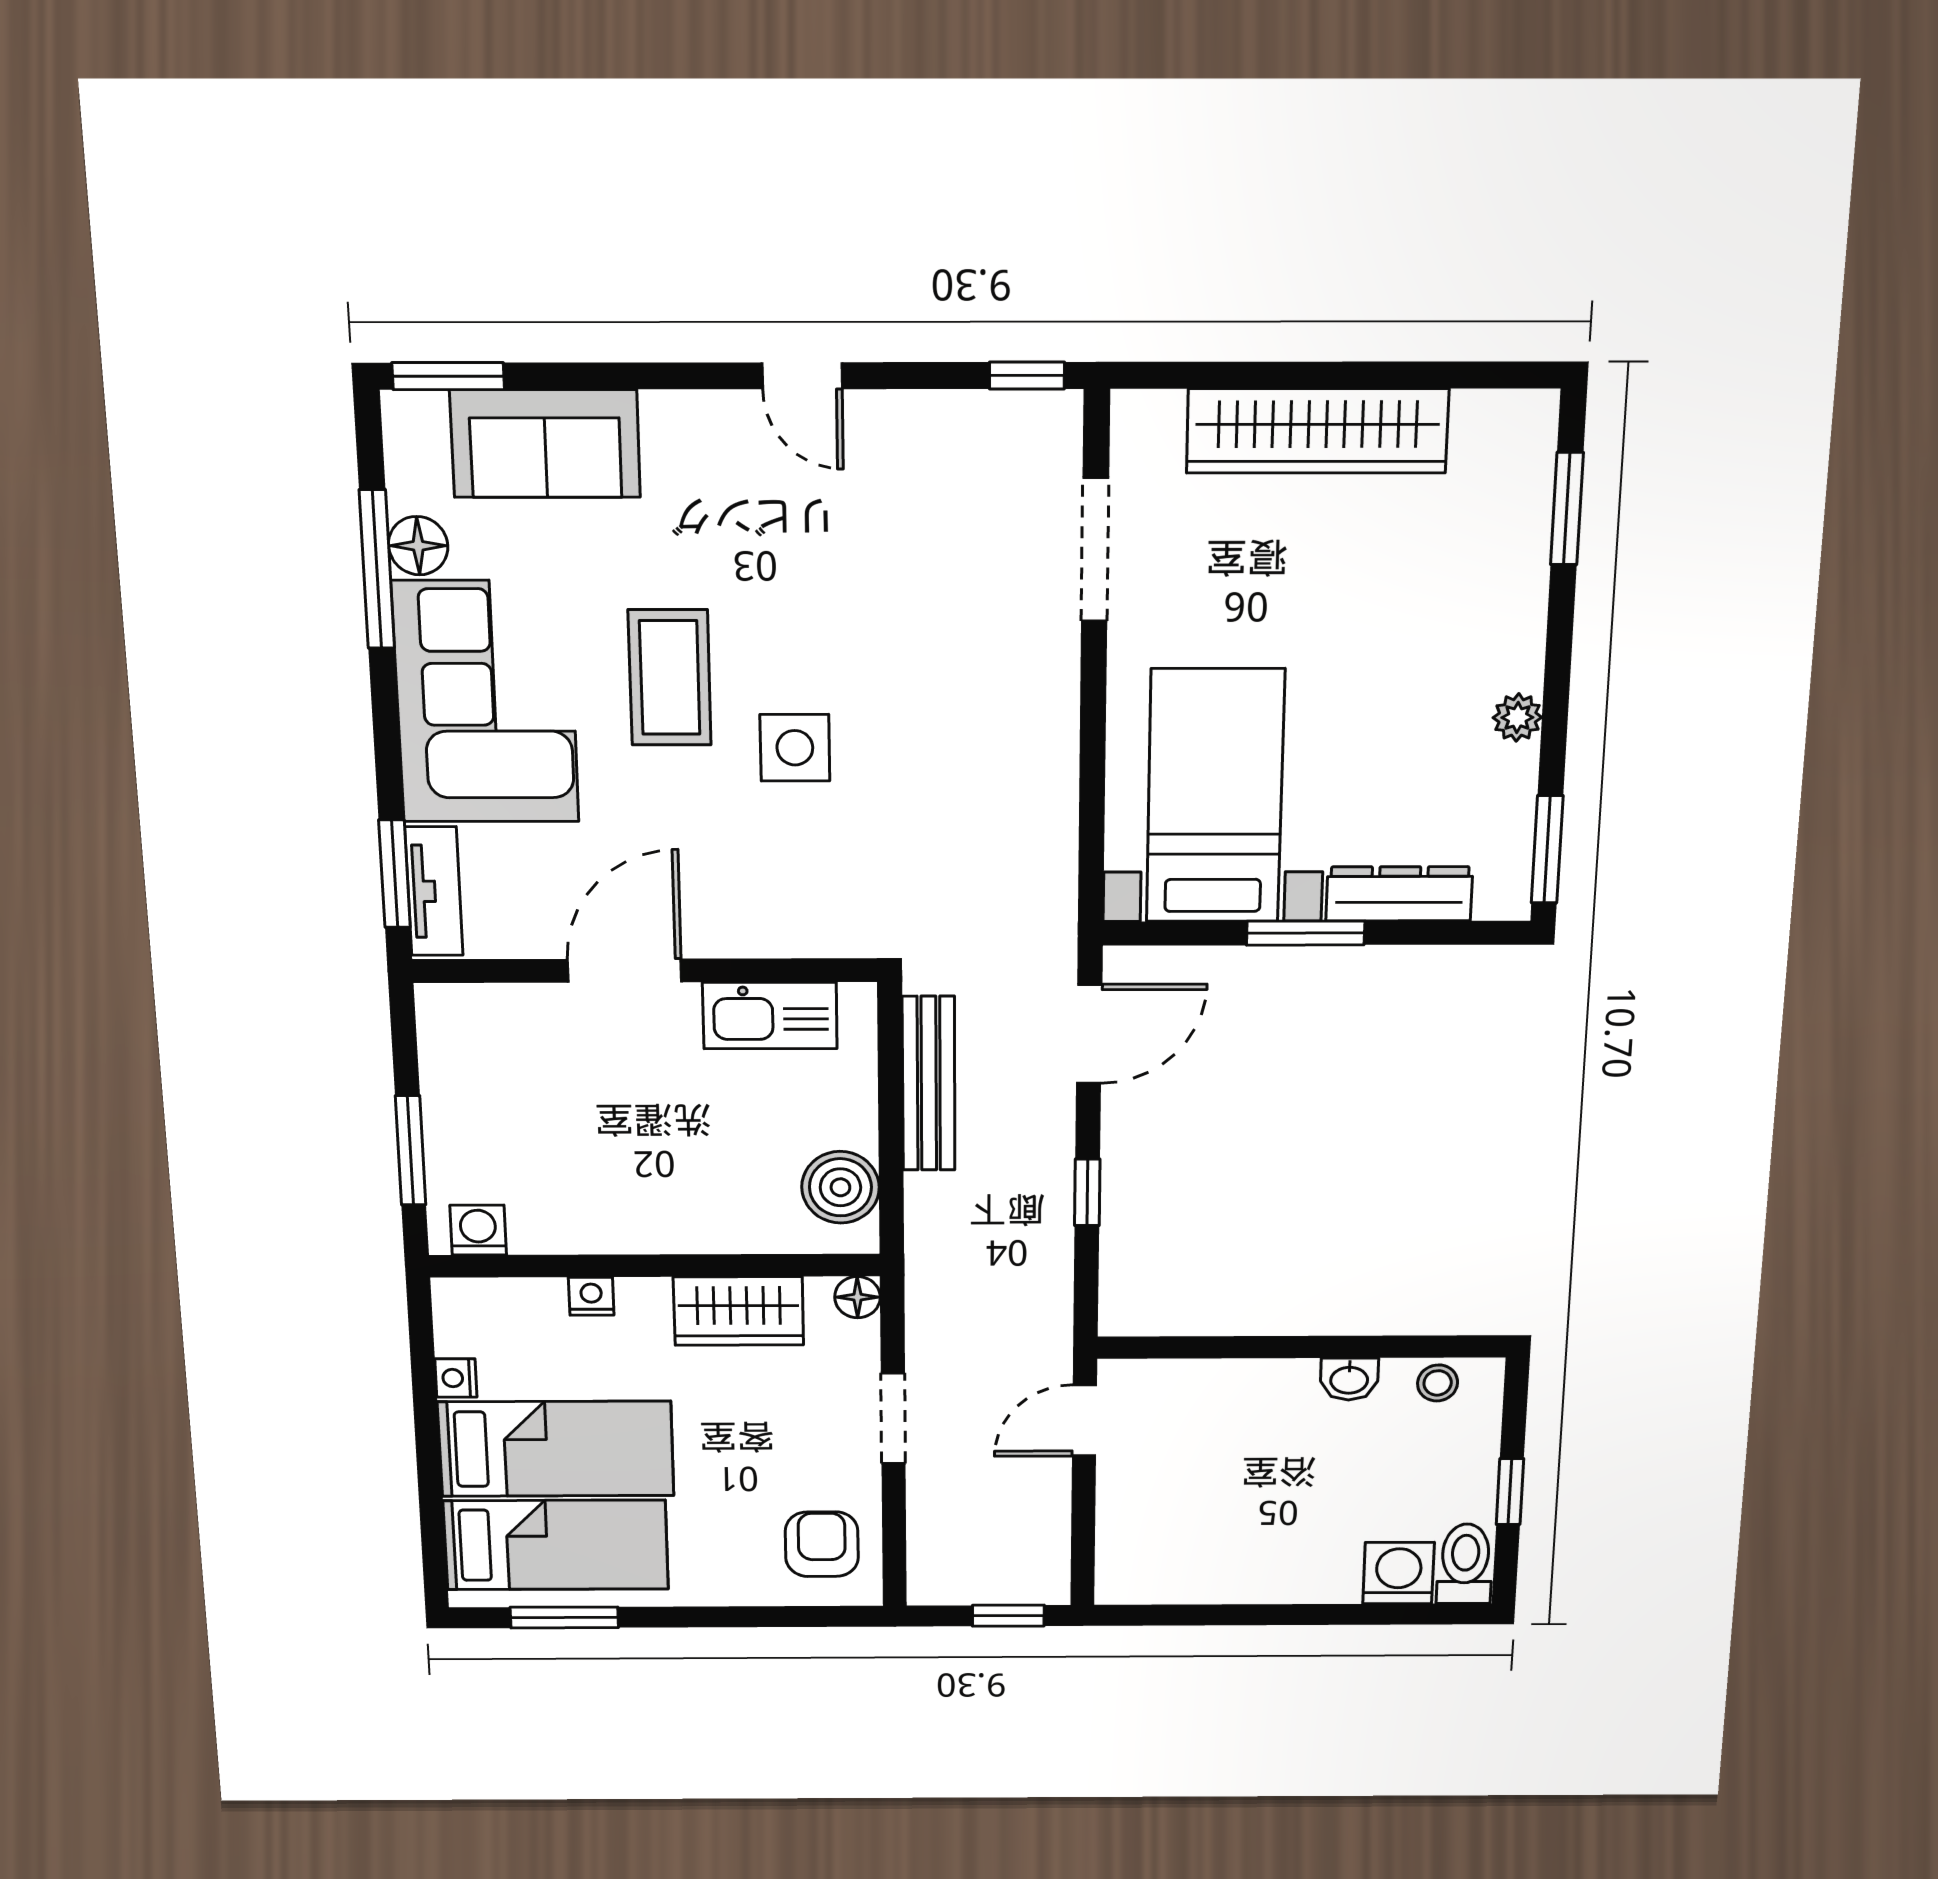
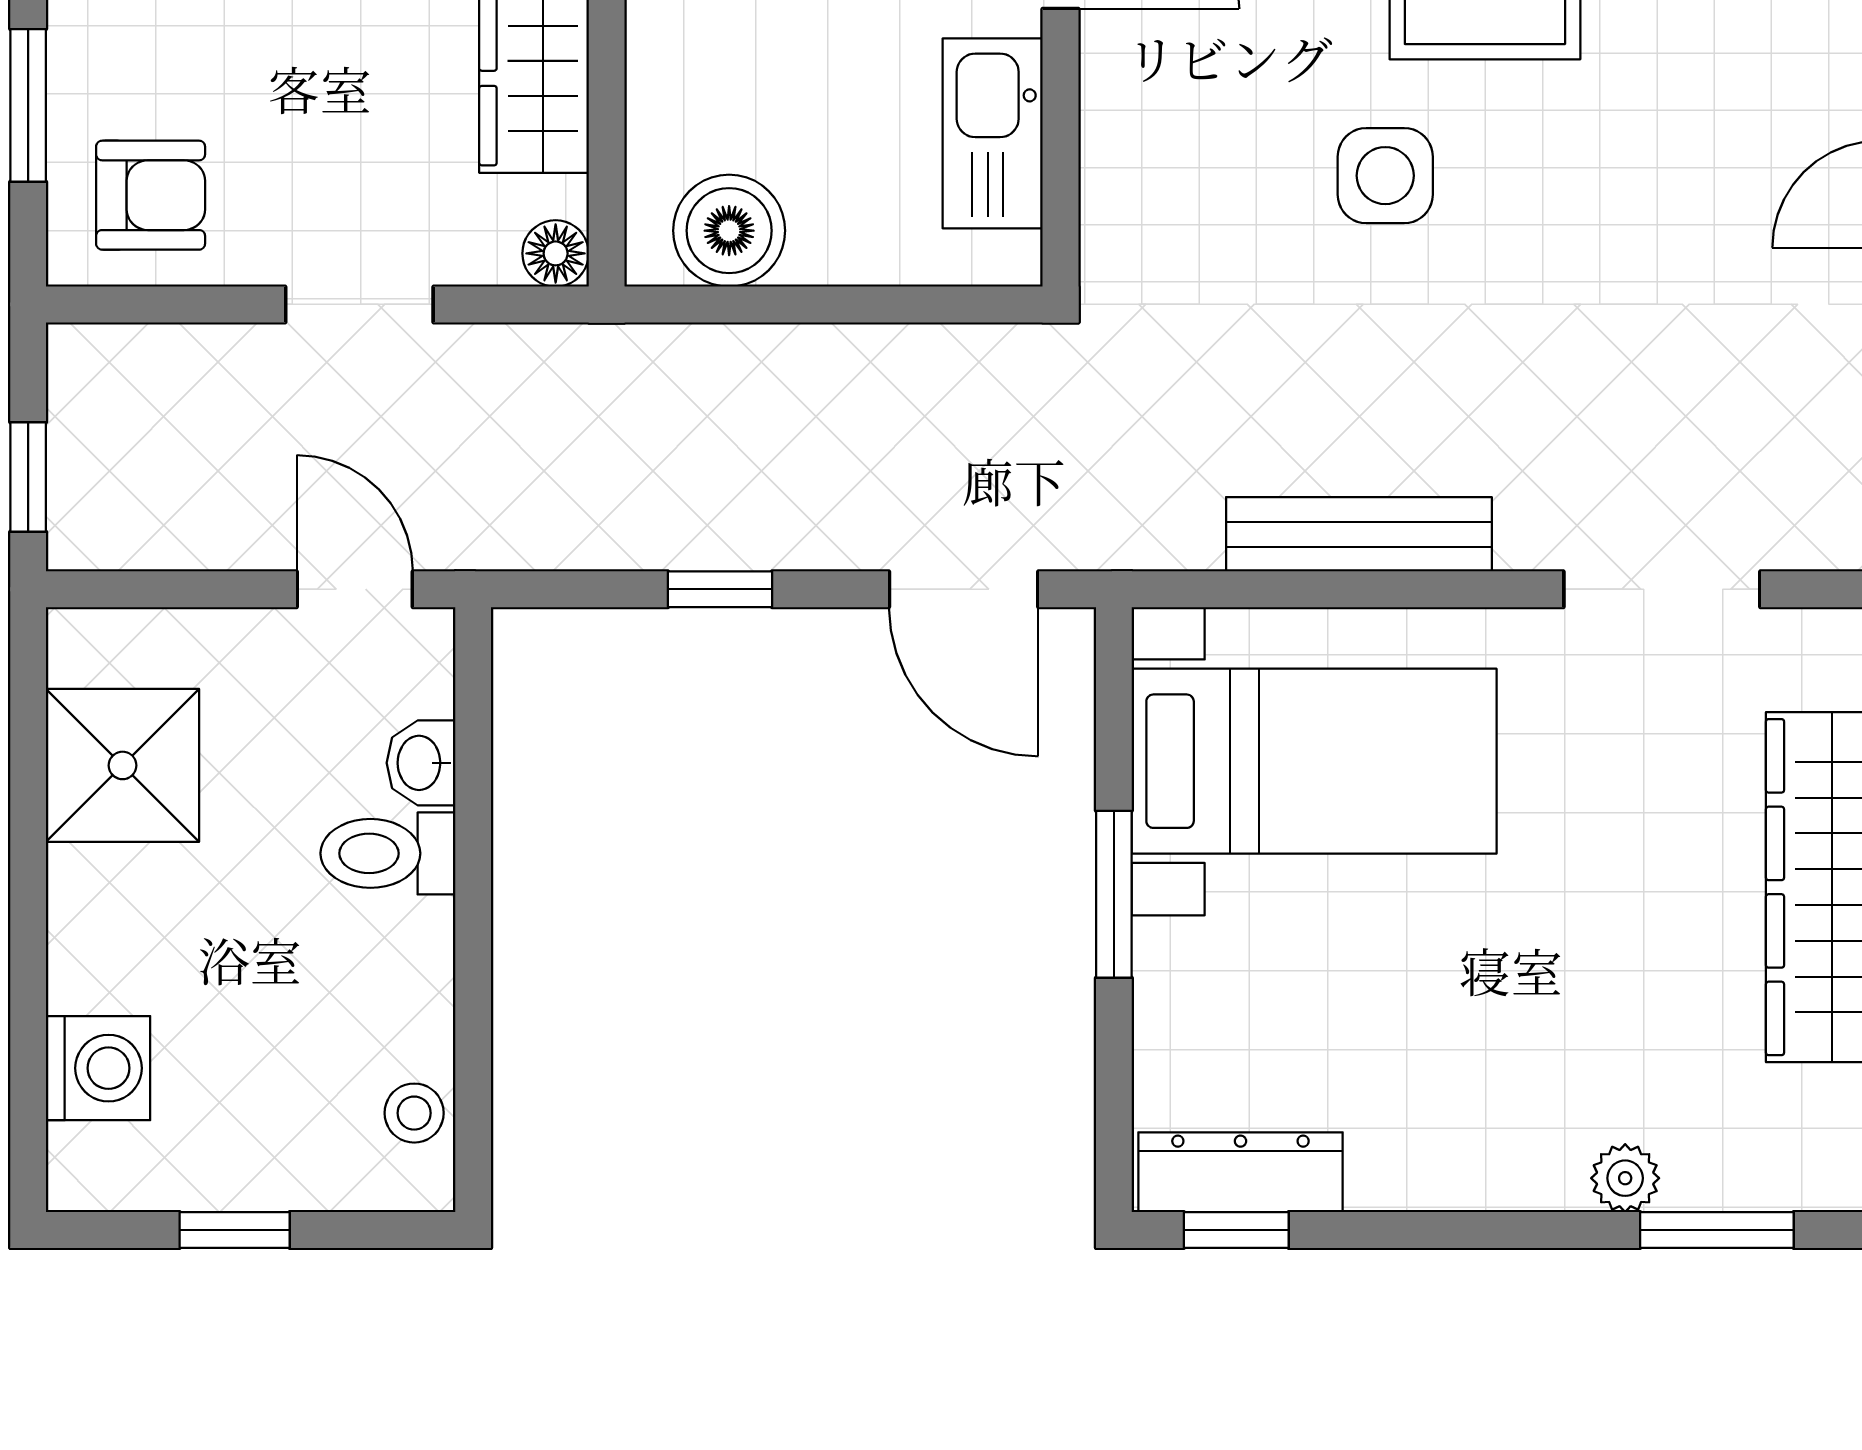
plant: (1517, 717) -> (1625, 1178), moved
window: (1547, 849) -> (1236, 1230), width x0.67
dresser: (1399, 894) -> (1240, 1172), moved, turned -90
bench: (929, 1084) -> (1359, 534), moved
washbasin: (1349, 1379) -> (421, 763), moved
shower: (1199, 1559) -> (123, 765), added
toilet: (1465, 1564) -> (388, 853), moved, turned 180
window: (764, 1617) -> (28, 105), added

